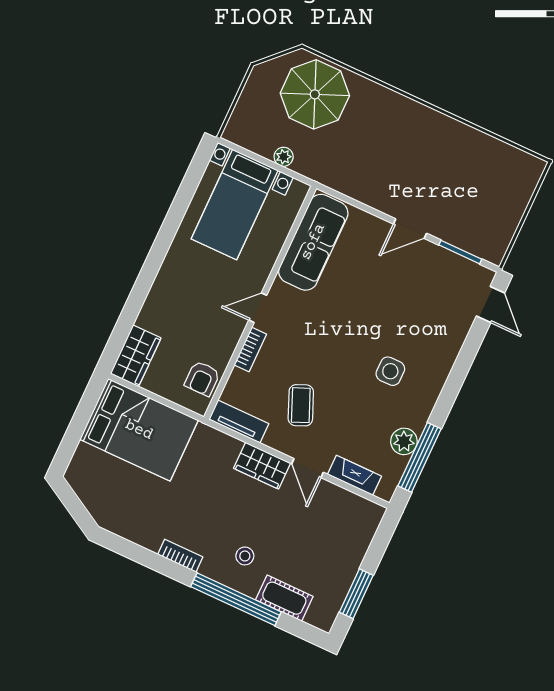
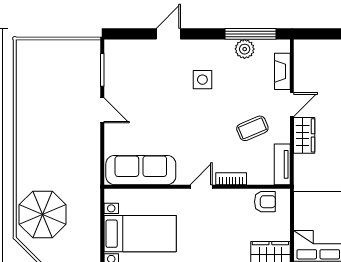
plant: (284, 157) -> (93, 216), removed
door: (490, 305) -> (168, 34), moved
door: (258, 308) -> (201, 187), swing flipped

